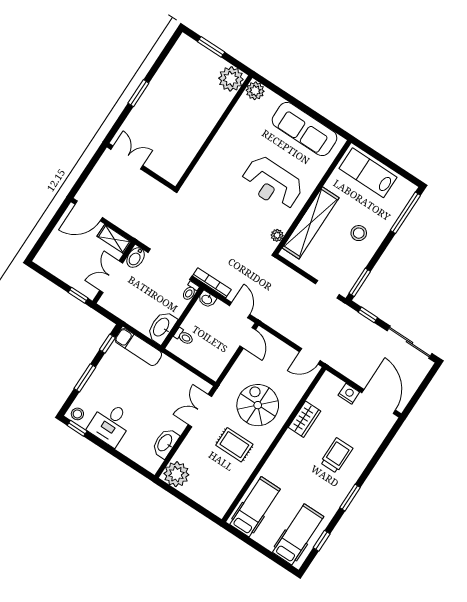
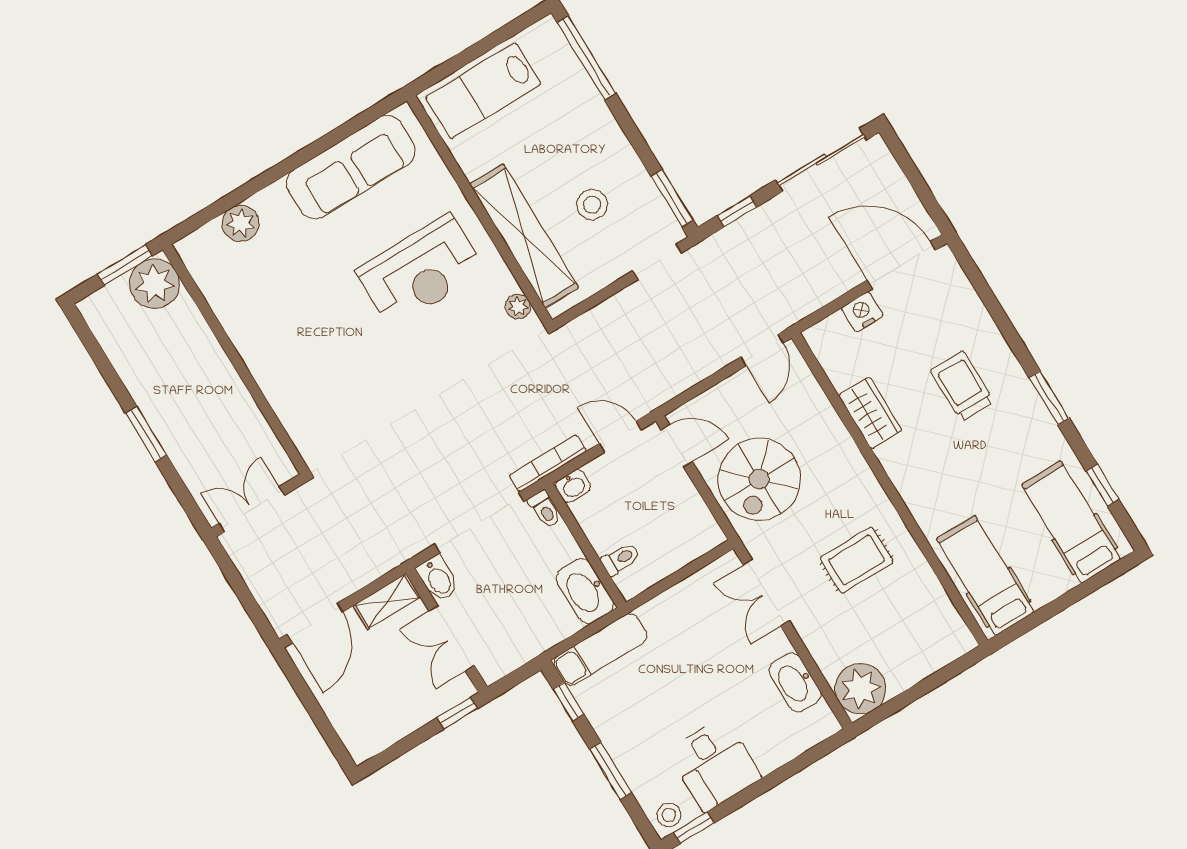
plant: (231, 79) -> (155, 284), moved
wall: (214, 132) -> (236, 359), moved
stool: (359, 233) -> (592, 205), moved
spiral stairs: (258, 405) -> (759, 479), moved, turned -90

